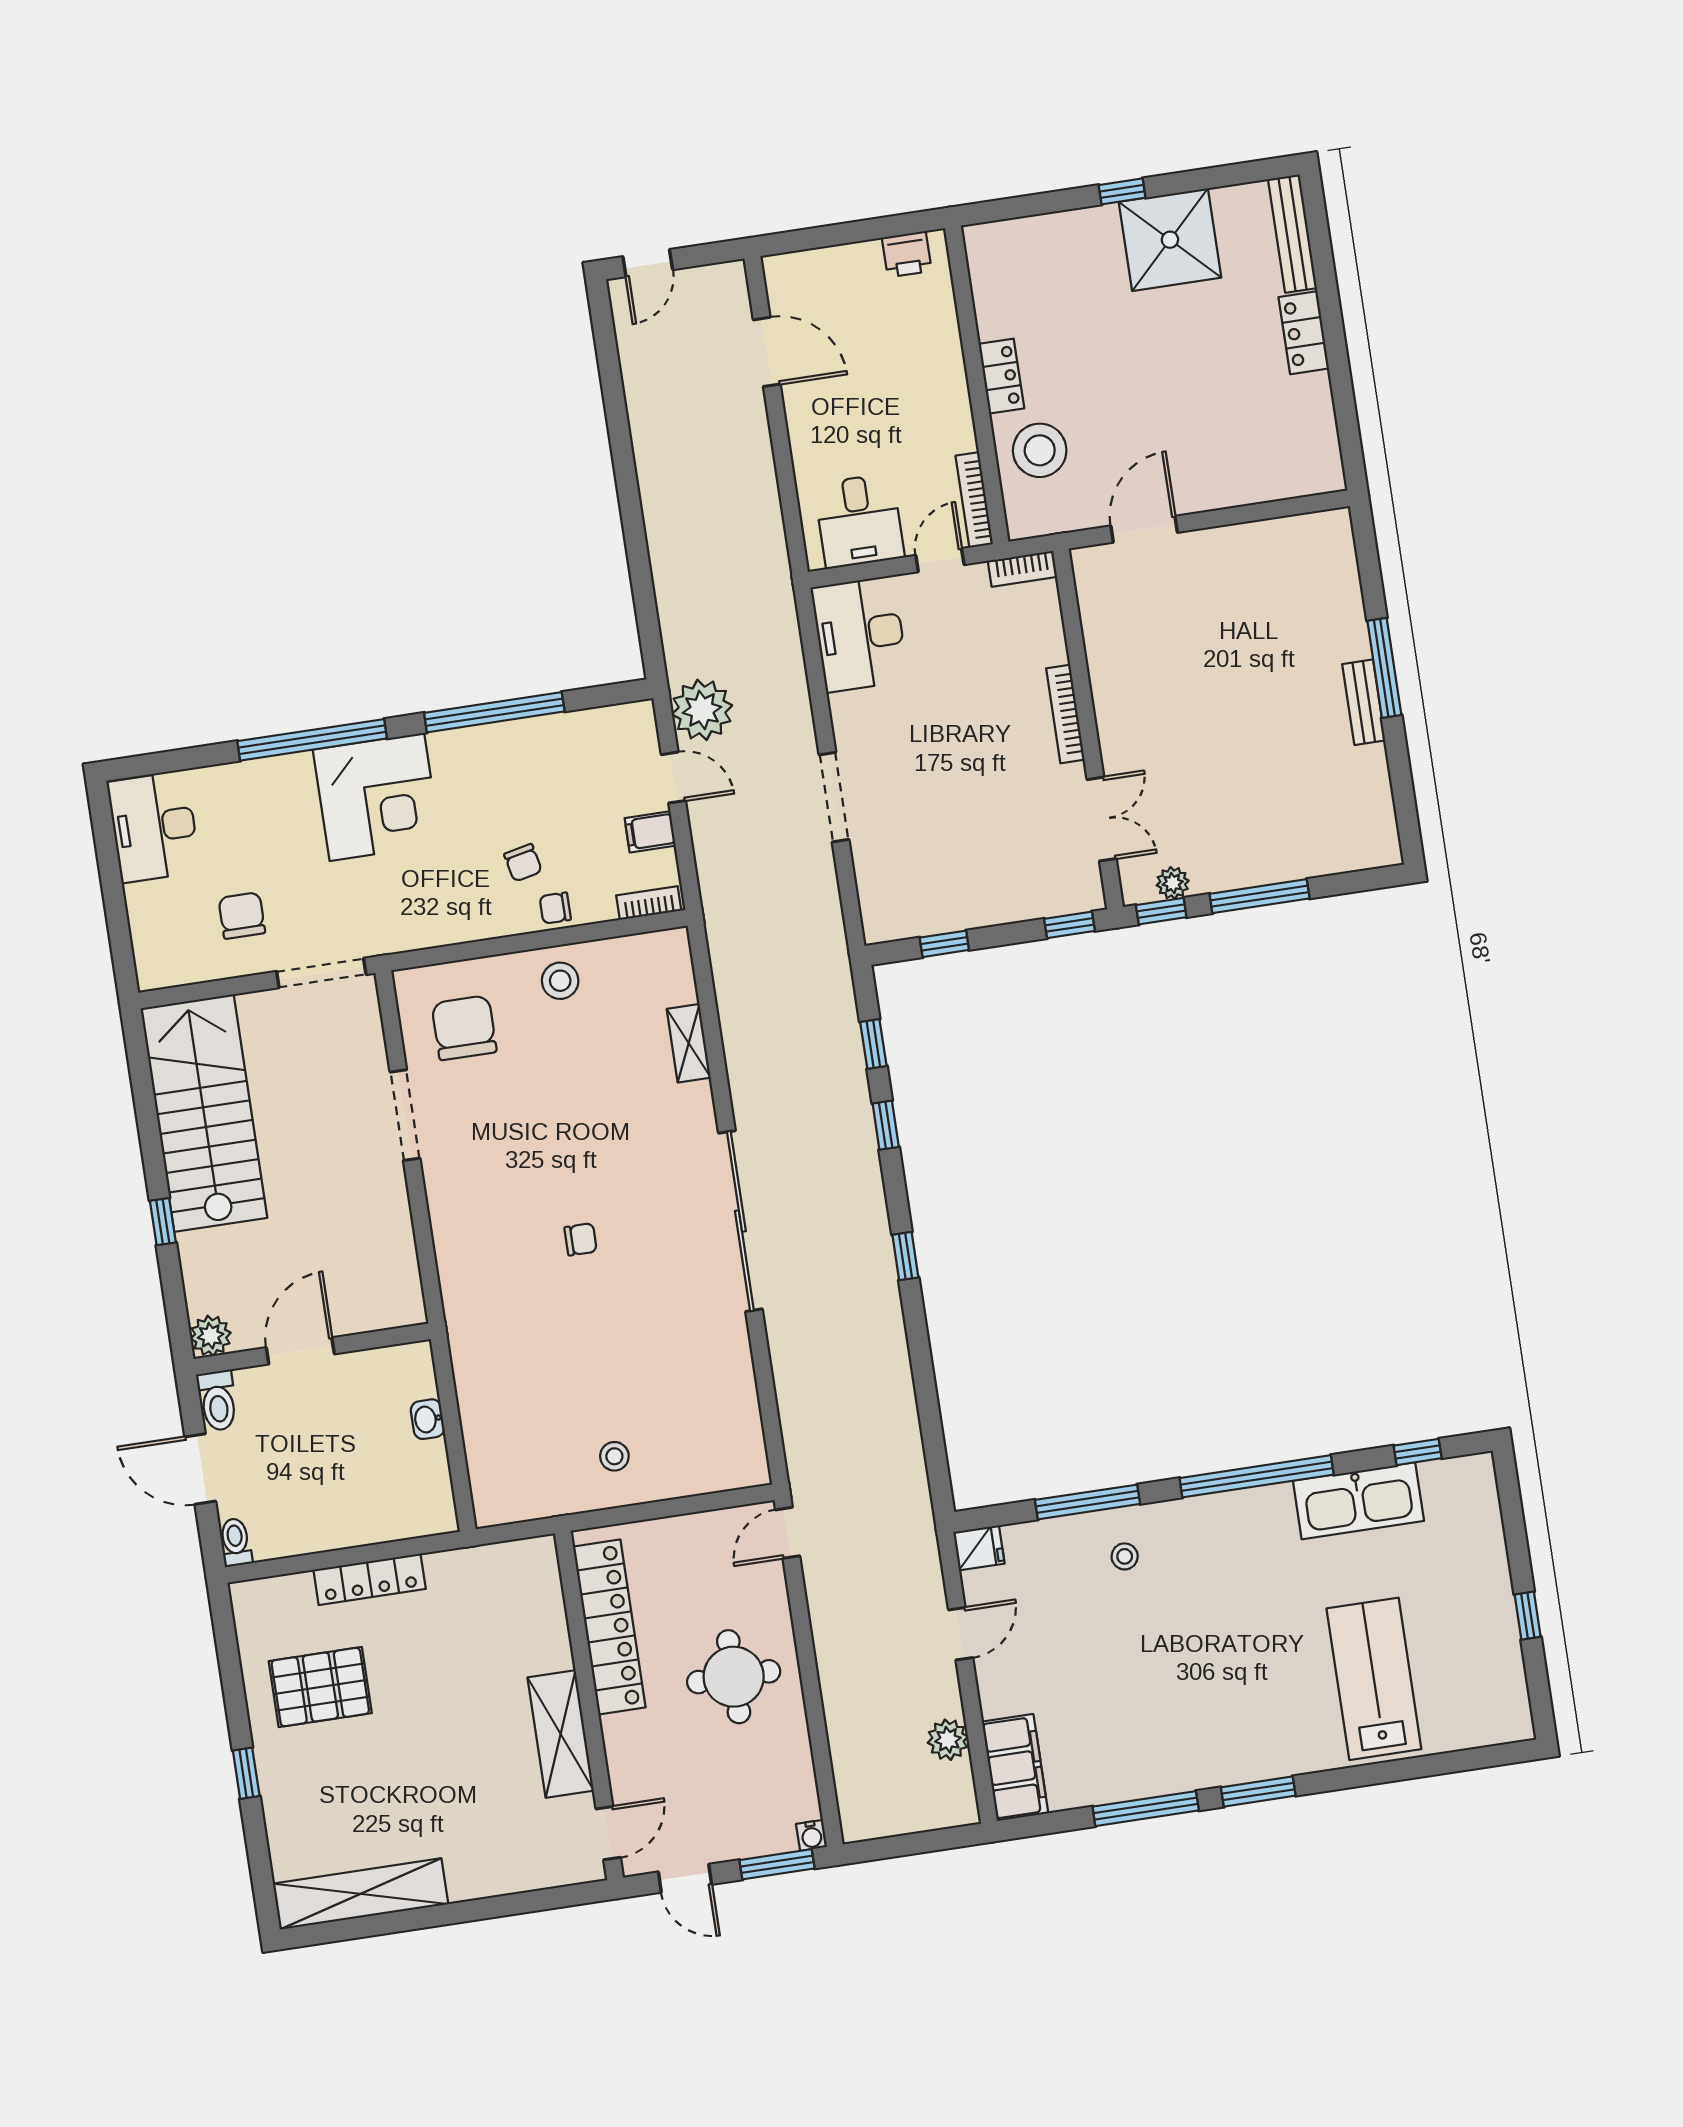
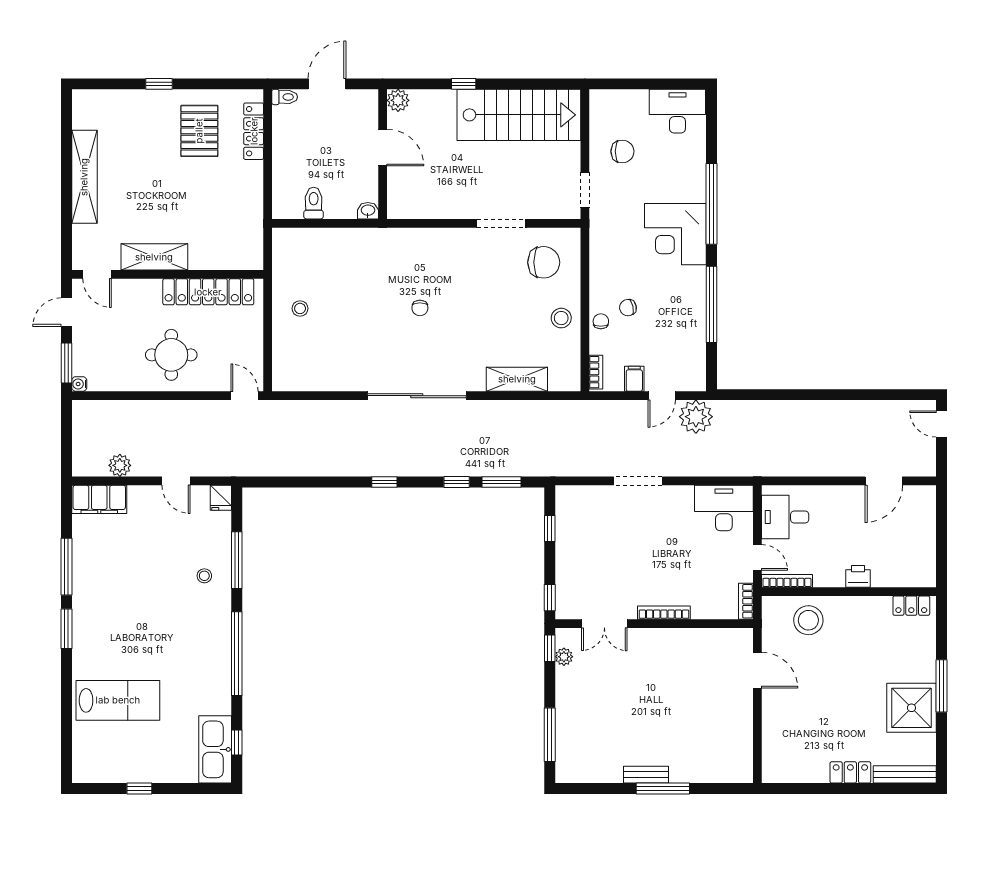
window: (1122, 191) -> (941, 686), width x2.17
printer: (907, 254) -> (858, 576), moved, turned 90
locker: (1001, 376) -> (911, 606), moved
window: (1260, 896) -> (550, 735), moved
doorway: (321, 973) -> (585, 190), width x0.73
shelving: (689, 1043) -> (517, 379), width x1.50, depth x1.33
window: (873, 1044) -> (501, 482), width x1.50
toilet: (218, 1401) -> (314, 203), moved, turned 90
washbasin: (428, 1419) -> (368, 211), moved
kitchen sink: (1358, 1501) -> (215, 749), moved
locker: (370, 1579) -> (254, 131), moved
shelving: (361, 1894) -> (84, 177), moved

